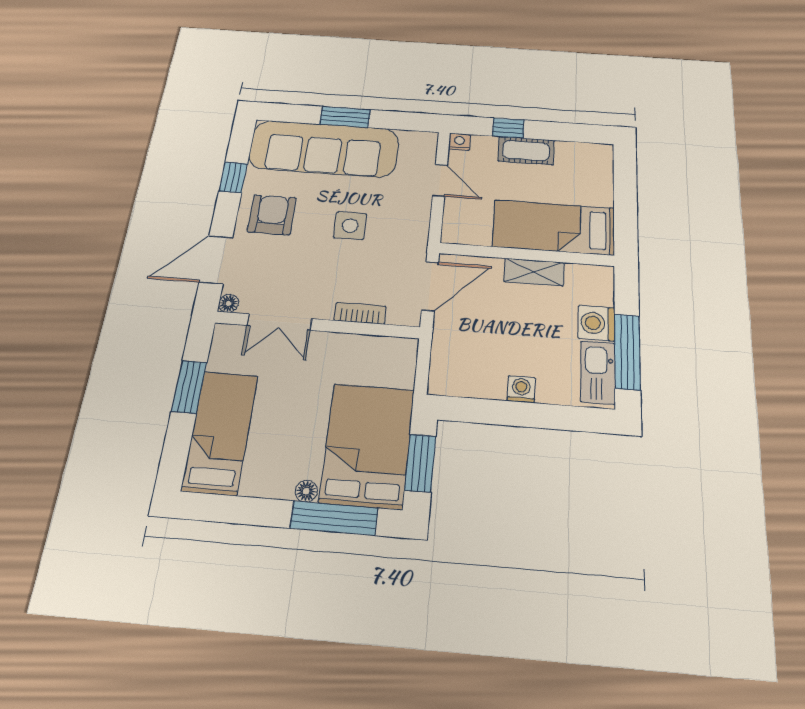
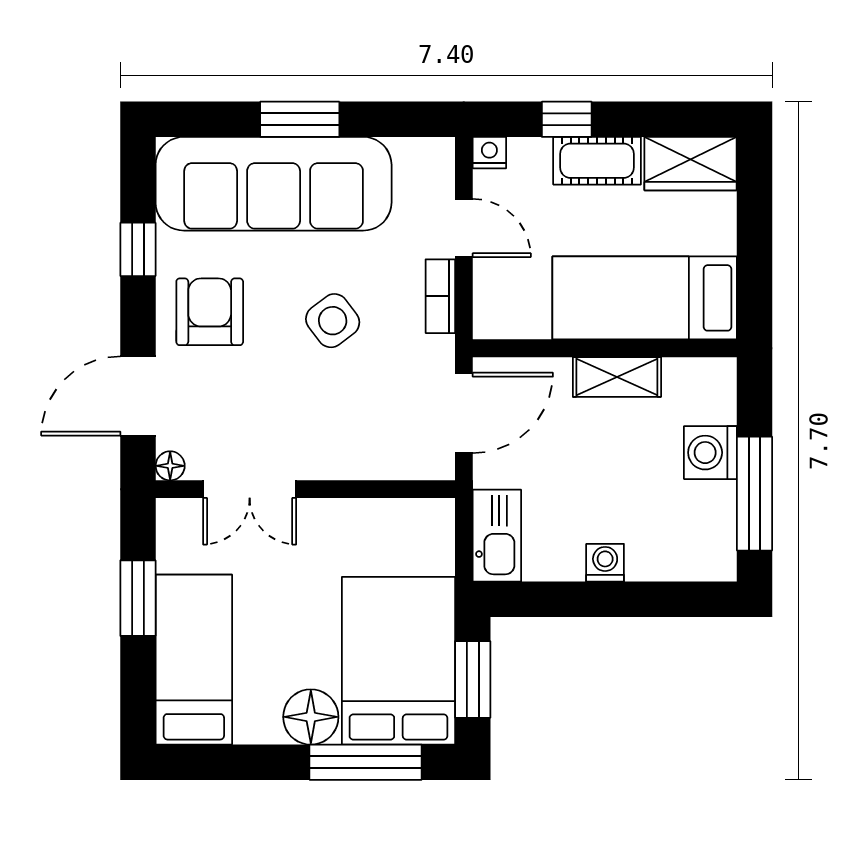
wardrobe: (585, 156) -> (690, 164), added
side table: (350, 226) -> (333, 321), turned -37
bookcase: (360, 313) -> (440, 296), moved, turned -90
kitchen sink: (598, 372) -> (497, 536), moved, turned 180
floor lamp: (306, 491) -> (311, 717), width x1.89, depth x1.89

